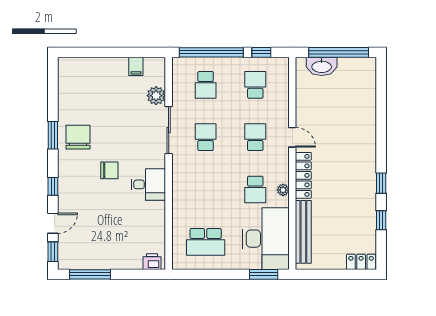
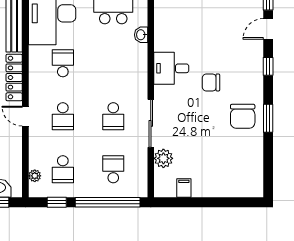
plant: (283, 190) -> (35, 176), moved
washbasin: (178, 218) -> (141, 35), added

